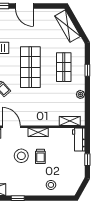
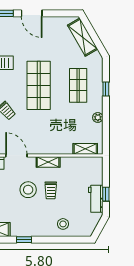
workbench: (79, 139) -> (96, 199), moved

